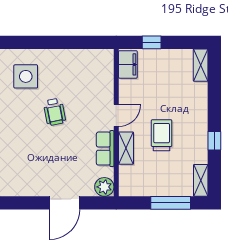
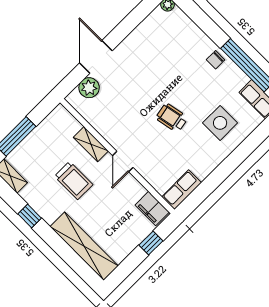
shelving: (201, 65) -> (84, 246), width x2.20, depth x1.33
row of seats: (105, 149) -> (182, 190), moved, turned -90
plant: (104, 187) -> (89, 88), moved

